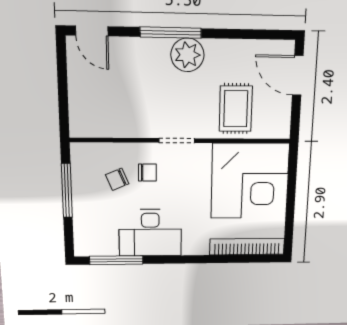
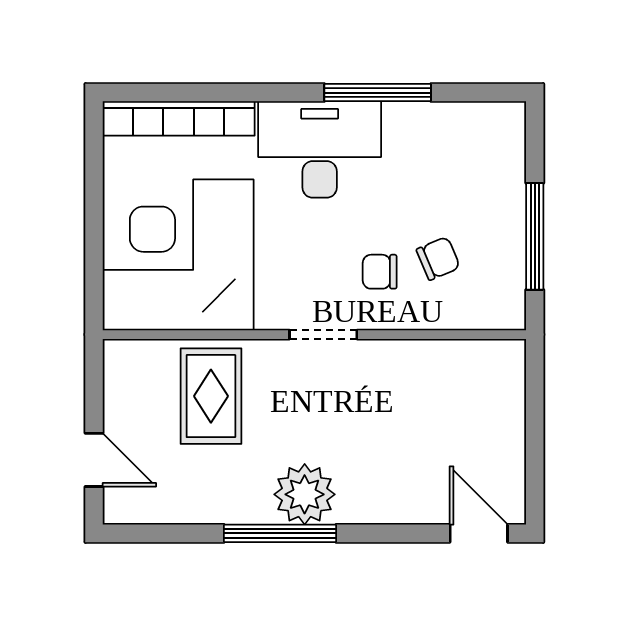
window: (171, 33) -> (280, 533), moved
door: (298, 75) -> (94, 460), width x0.73
desk: (150, 233) -> (320, 149), moved
window: (116, 260) -> (378, 93), moved

